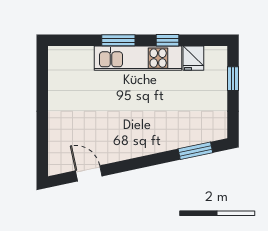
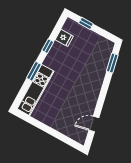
kitchen unit: (138, 58) -> (36, 90), moved

